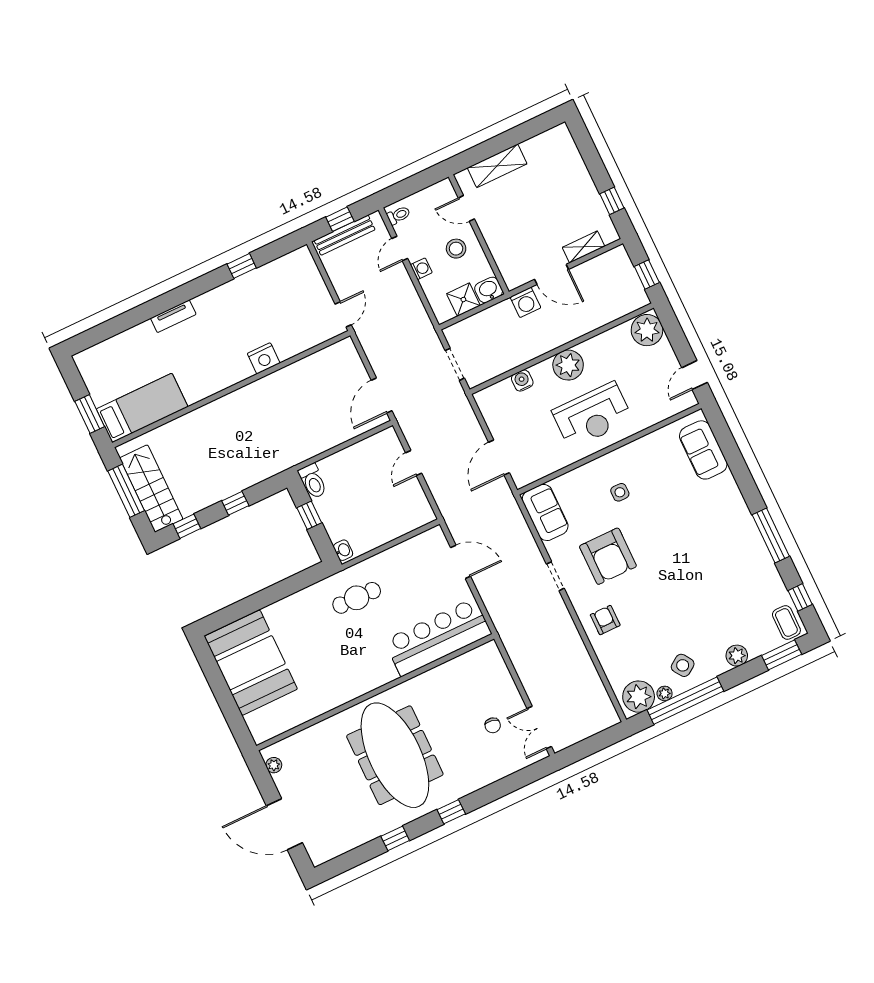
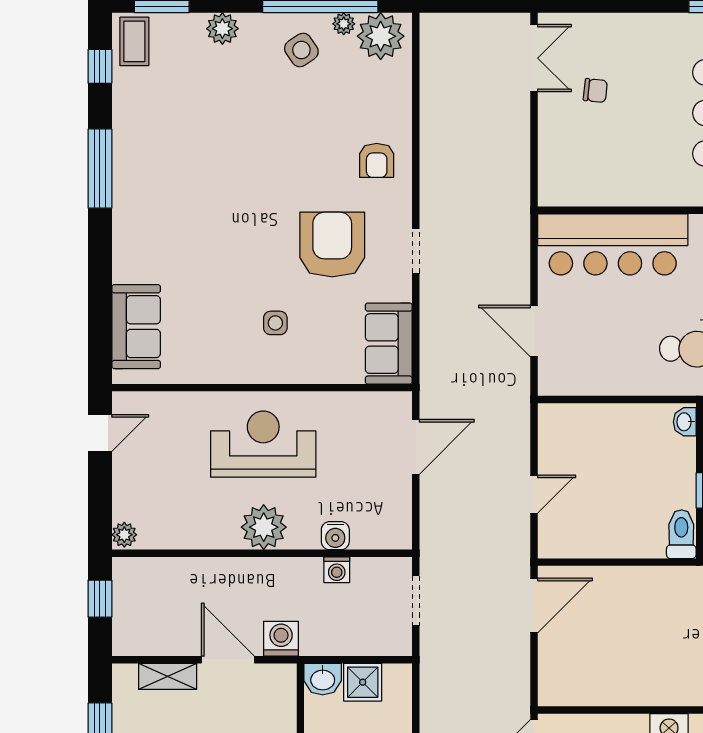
plant: (647, 330) -> (124, 535), width x0.53, depth x0.53
washing machine: (512, 360) -> (337, 570), added
chair: (493, 725) -> (595, 91), turned 86

